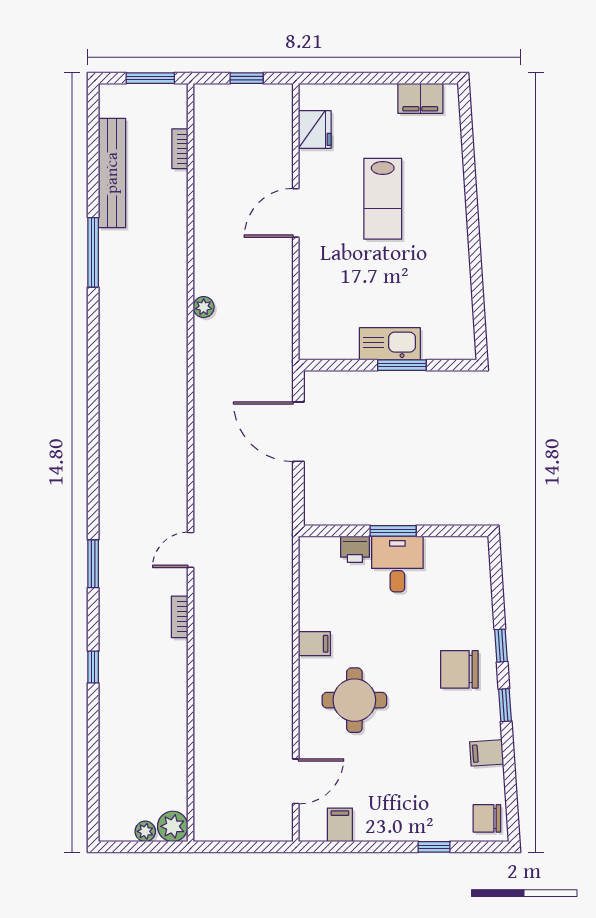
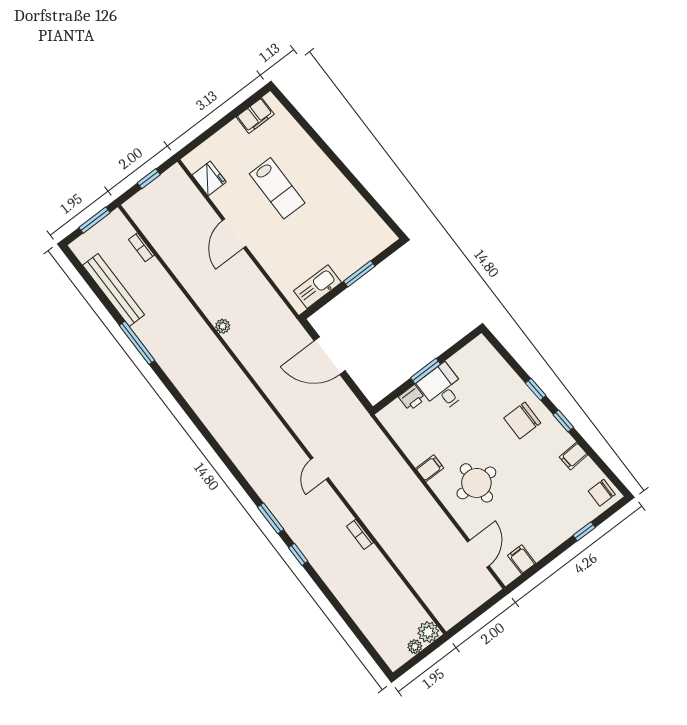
kitchen sink: (390, 344) -> (318, 287), moved
bookcase: (180, 617) -> (360, 534), moved
window: (93, 667) -> (298, 554), moved

